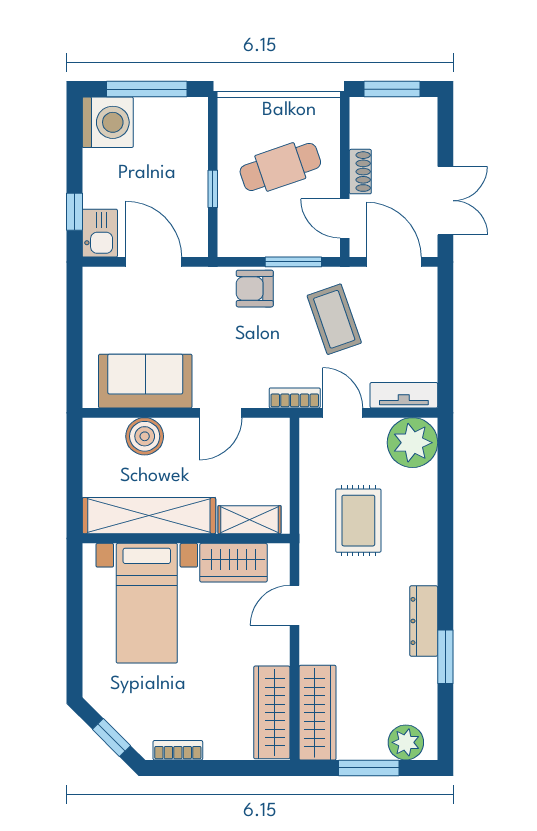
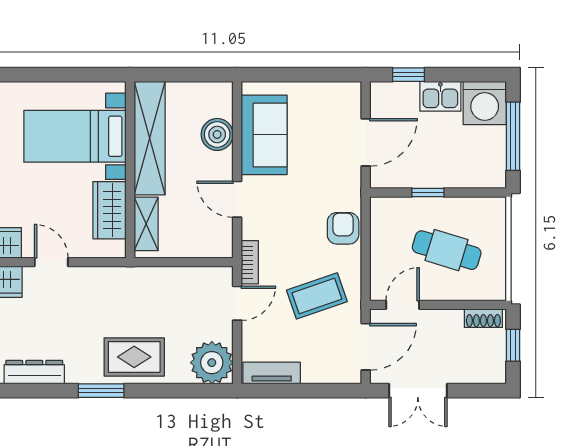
window: (392, 89) -> (513, 345), width x0.67
cafe table: (280, 167) -> (447, 250), turned -54
shoe rack: (360, 172) -> (483, 318), moved
kitchen sink: (100, 233) -> (440, 96), moved
window: (293, 262) -> (366, 261), removed
tv unit: (404, 395) -> (272, 373), moved, turned -90
rug: (358, 521) -> (134, 357), moved
door: (294, 605) -> (51, 262), moved
dresser: (424, 621) -> (34, 372), moved
window: (445, 657) -> (101, 391), moved

